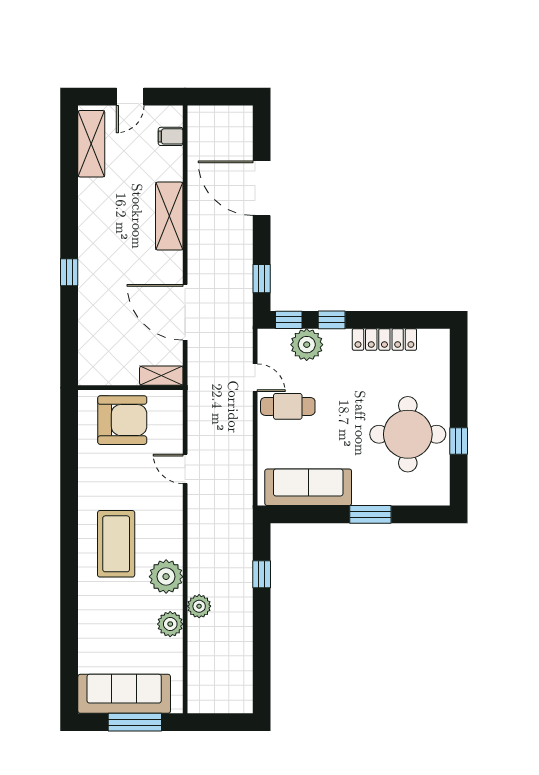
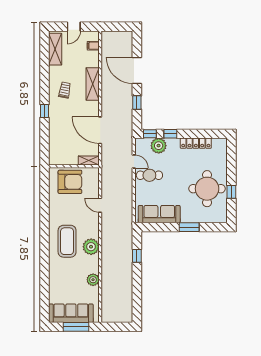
trolley: (111, 229) -> (65, 90), added
window: (262, 279) -> (137, 103), moved
plant: (166, 577) -> (91, 247), moved
plant: (199, 606) -> (107, 271), removed

